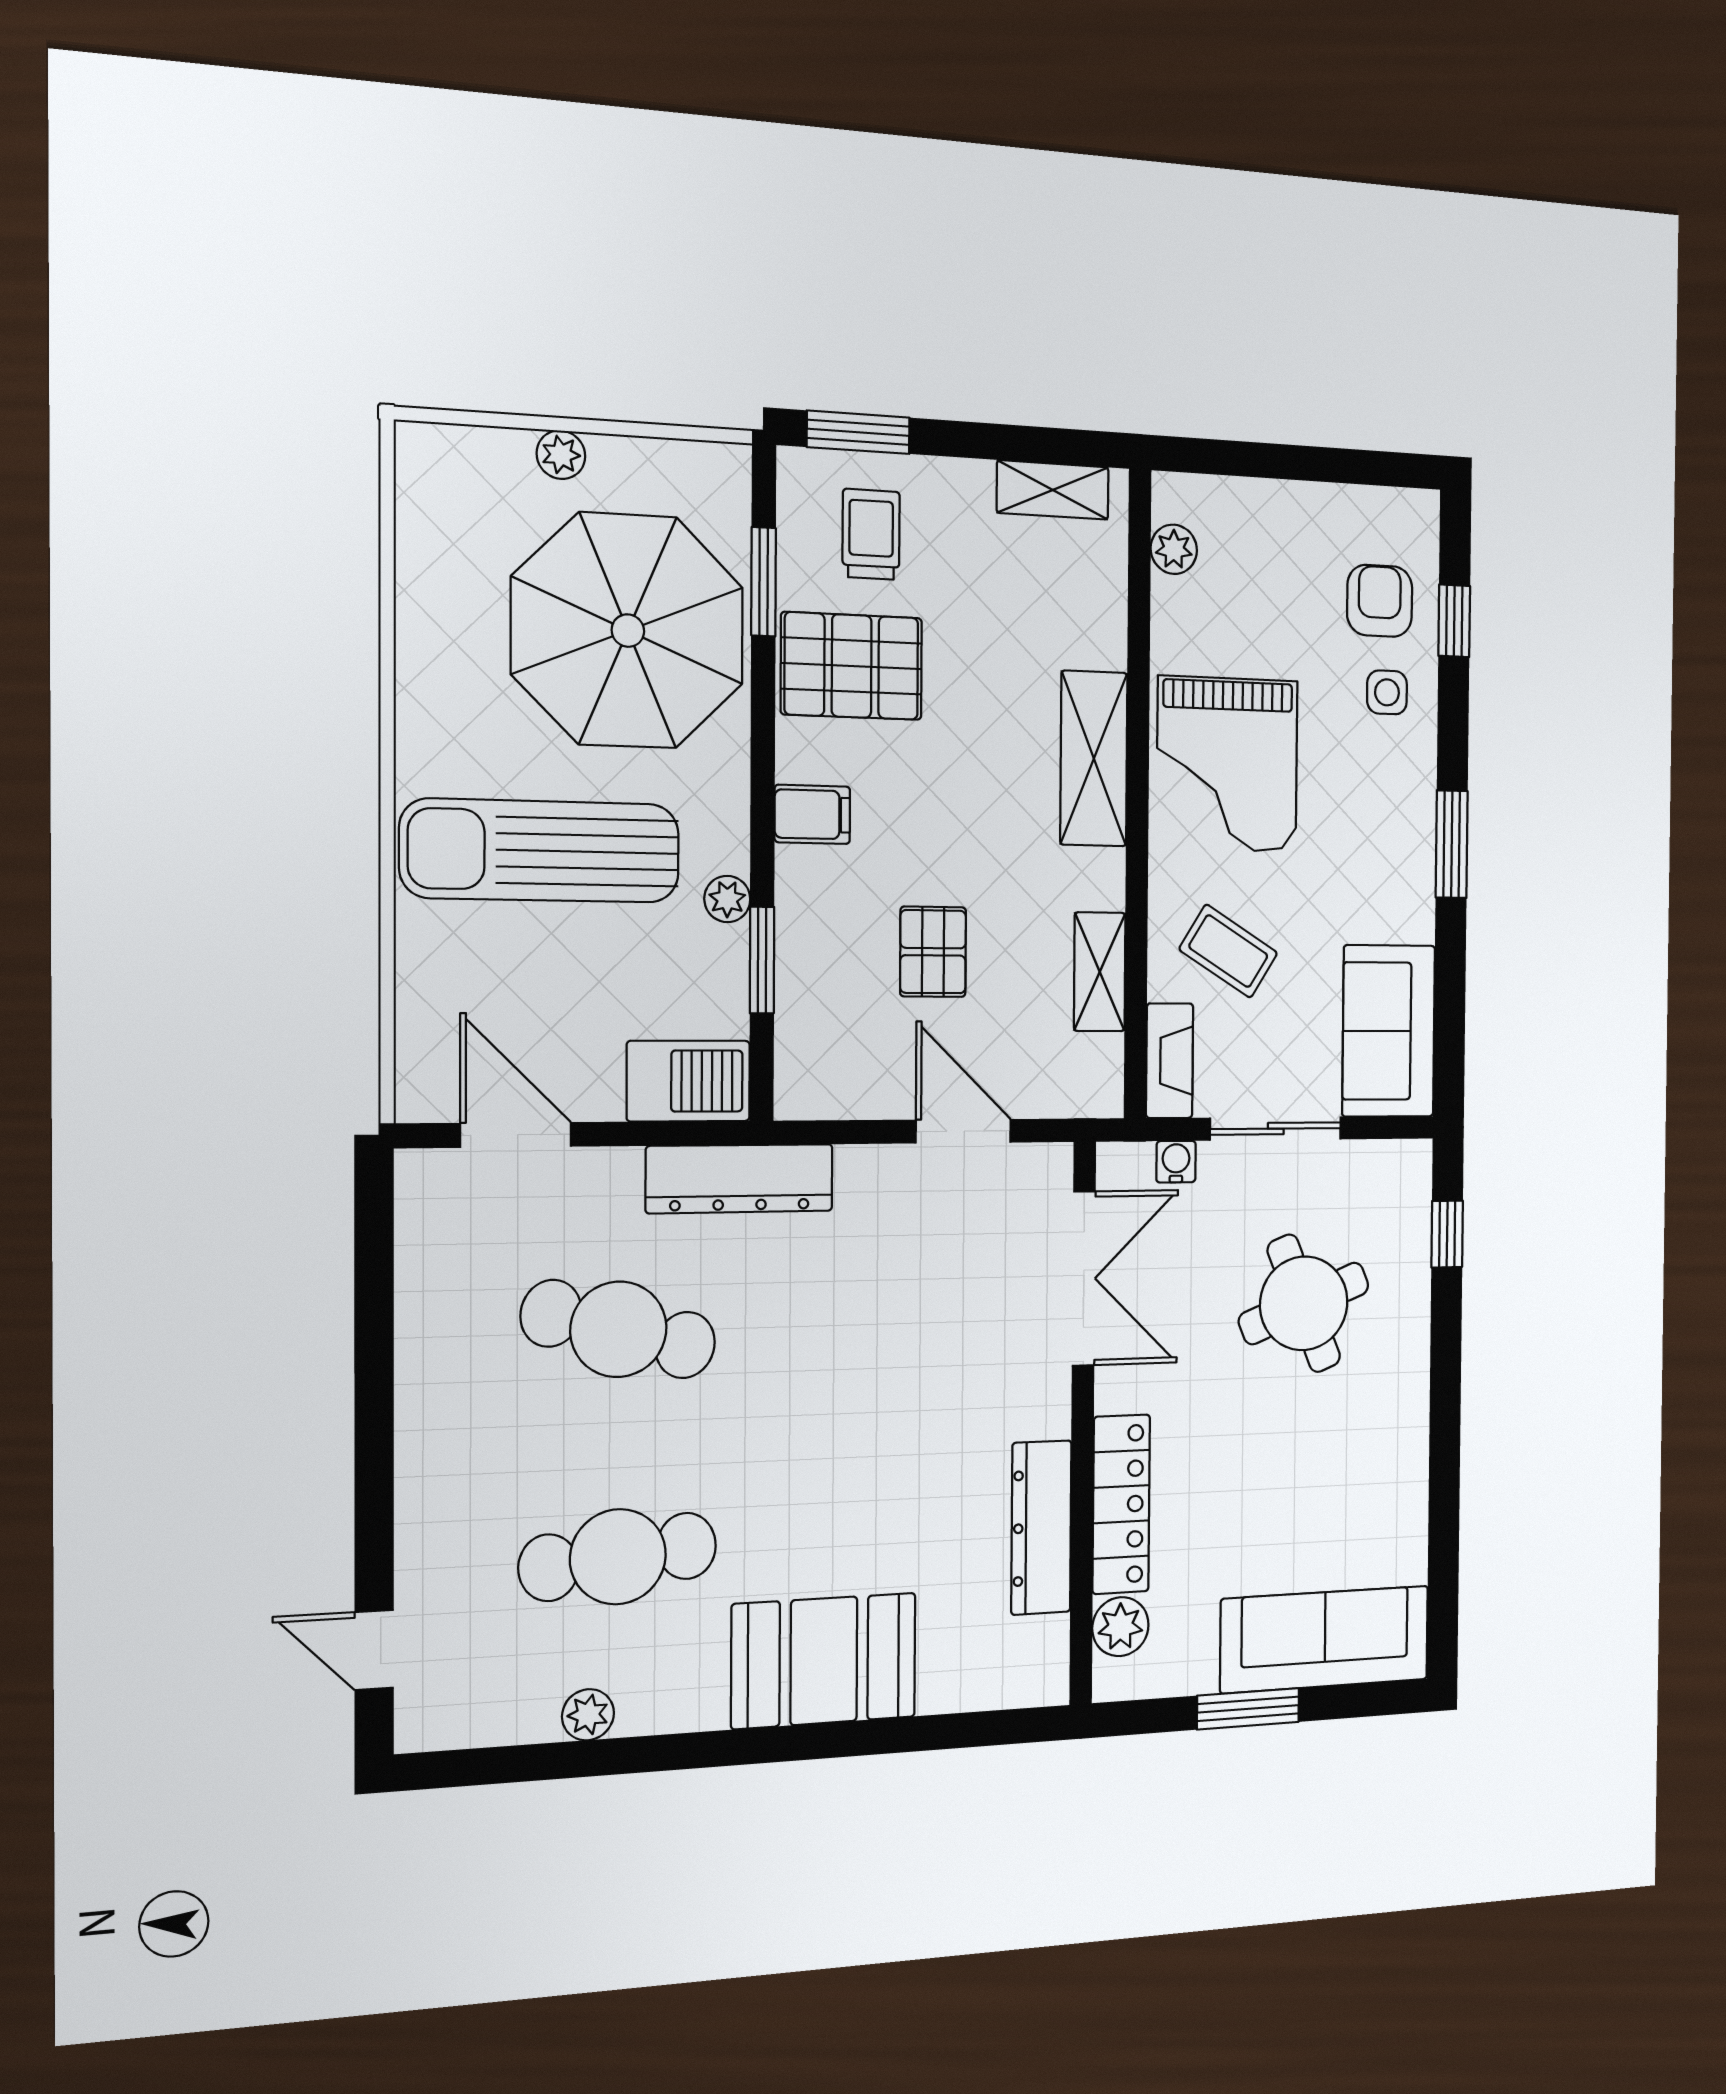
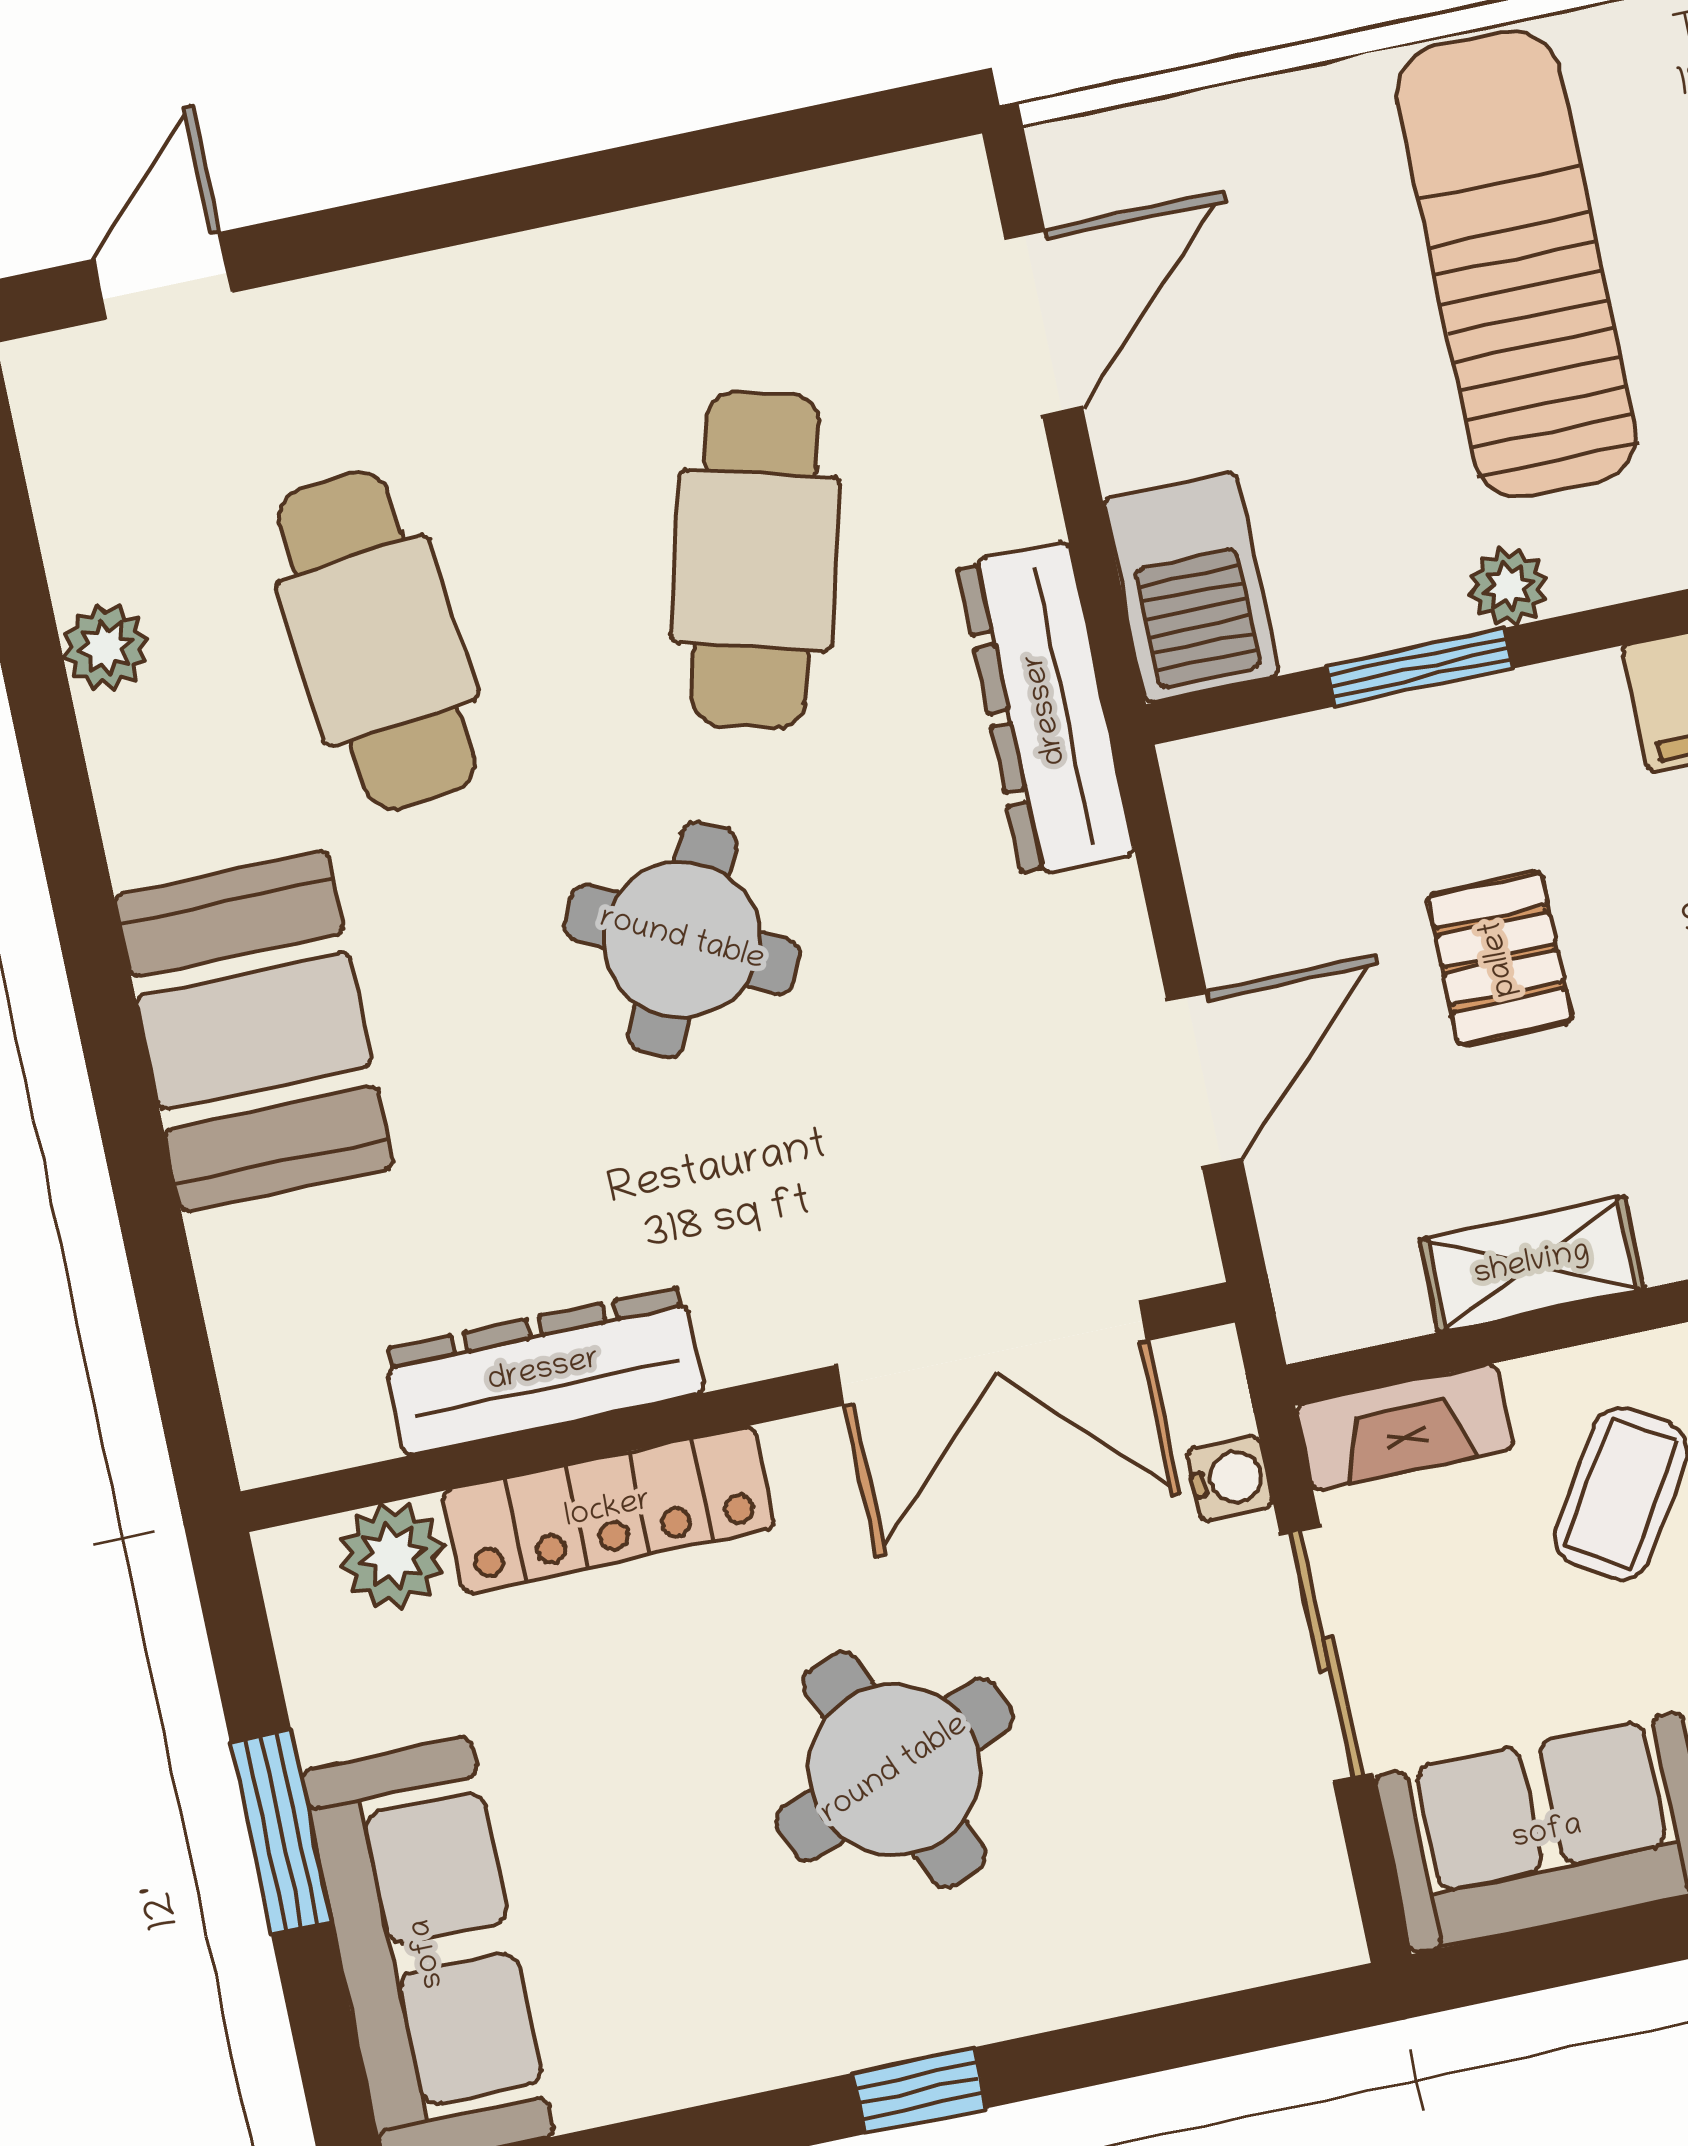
pallet: (933, 952) -> (1500, 959), turned 90
window: (1447, 1234) -> (920, 2091), moved
round table: (1304, 1303) -> (895, 1770), moved
round table: (825, 1410) -> (682, 940), added

